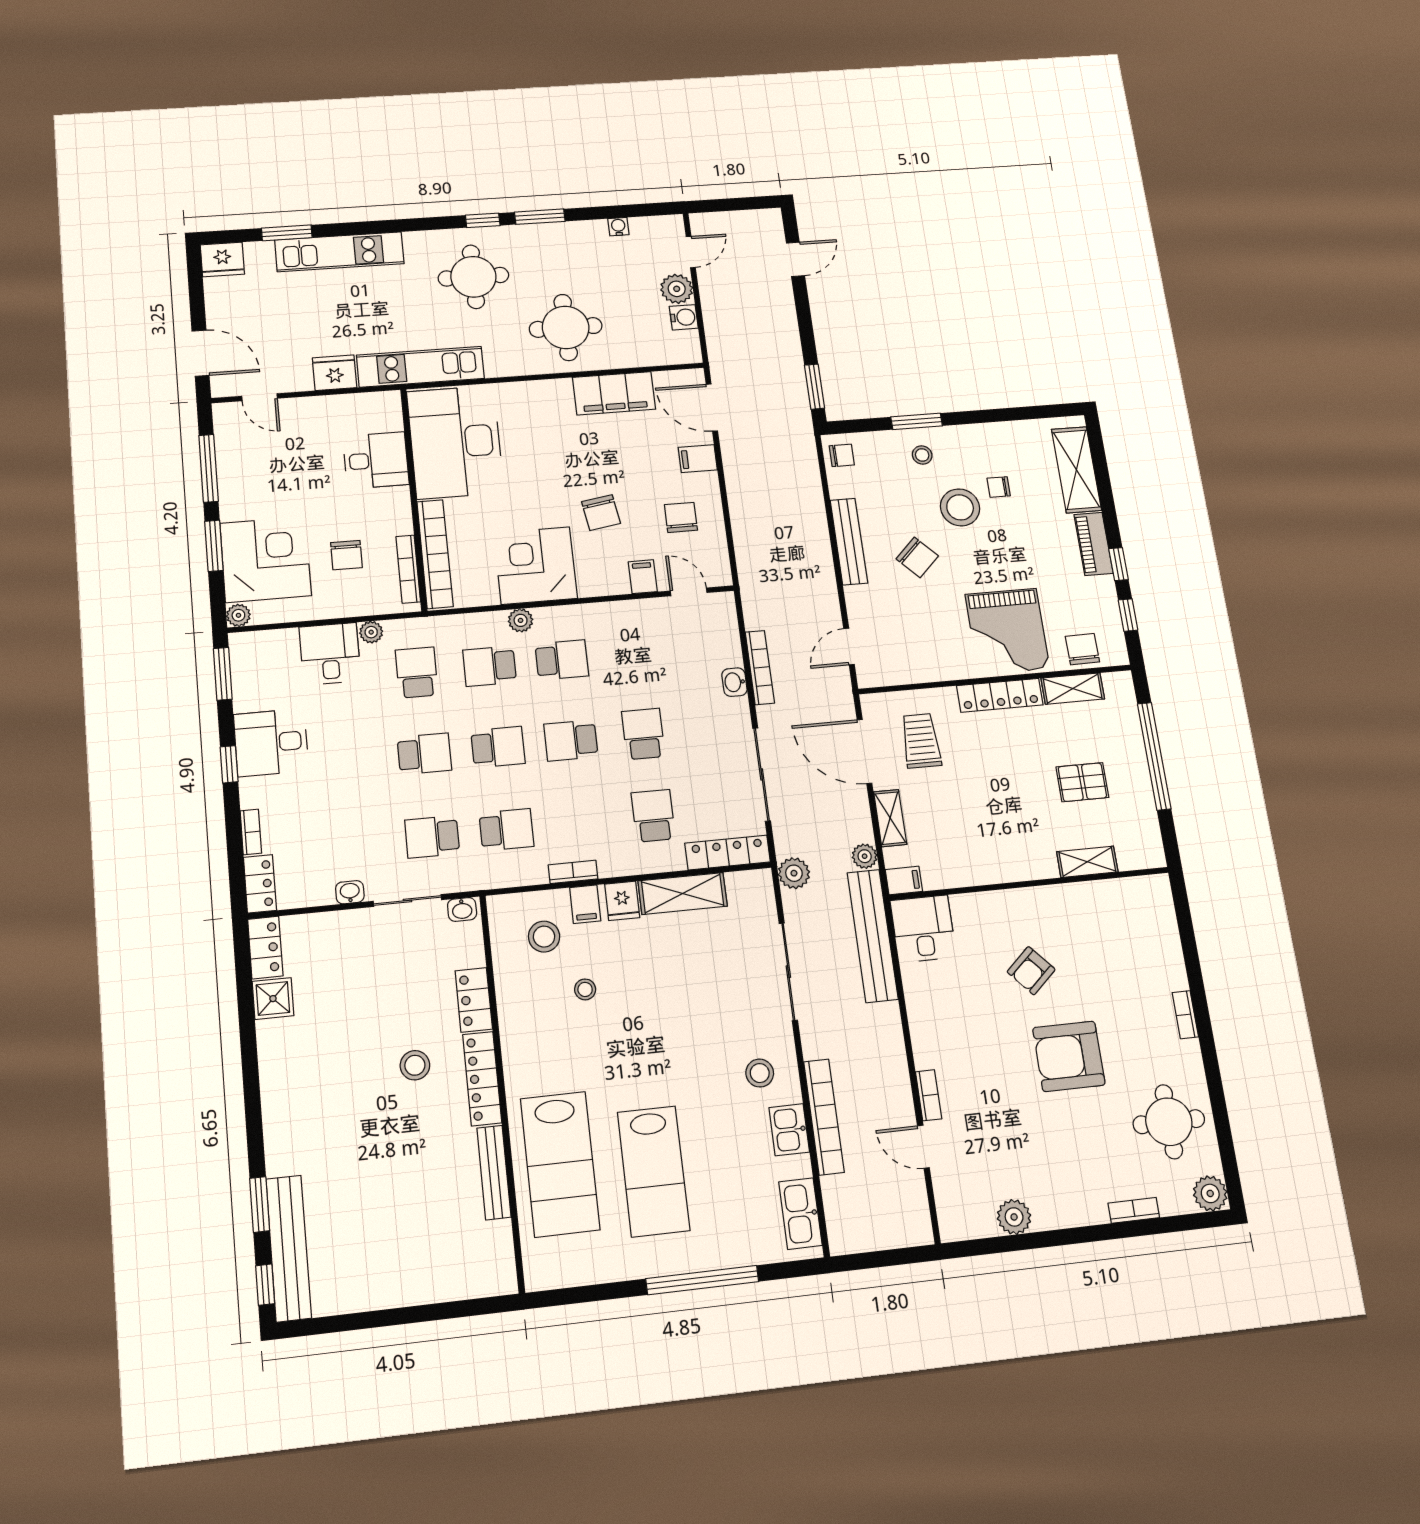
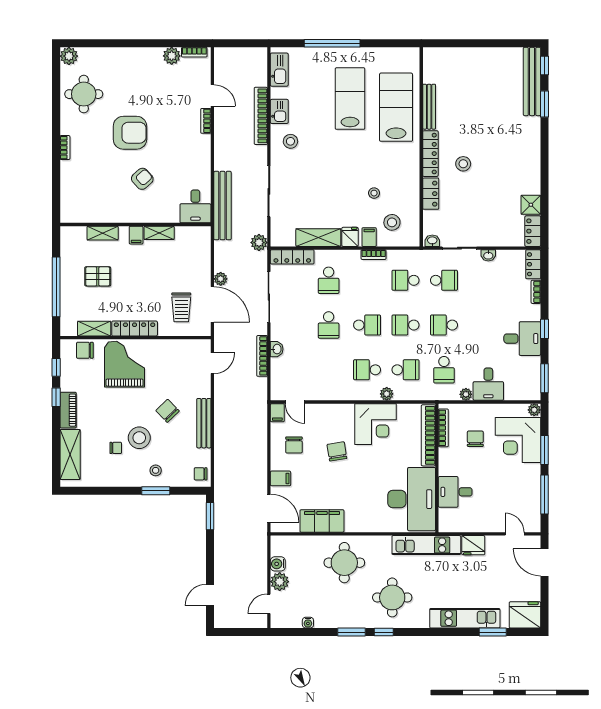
fridge: (222, 259) -> (525, 615), width x1.36, depth x1.34
filing cabinet: (643, 577) -> (277, 413), moved
chair: (1082, 649) -> (85, 350), turned 91
shelving: (890, 818) -> (159, 233), moved, turned 90
plant: (865, 856) -> (221, 279), moved
filing cabinet: (904, 880) -> (136, 235), moved, turned -90
bookcase: (1134, 1210) -> (194, 52), moved

